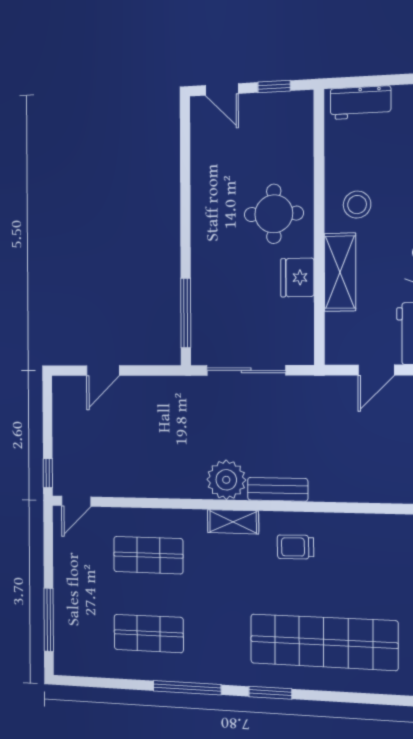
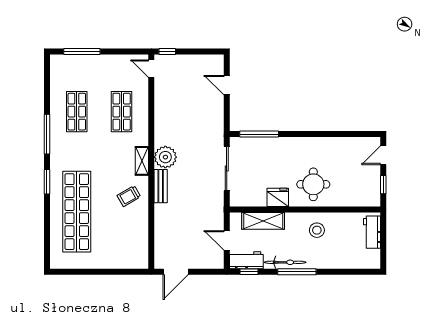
shelving: (340, 272) -> (263, 221), moved
trolley: (295, 547) -> (129, 196), turned -119

